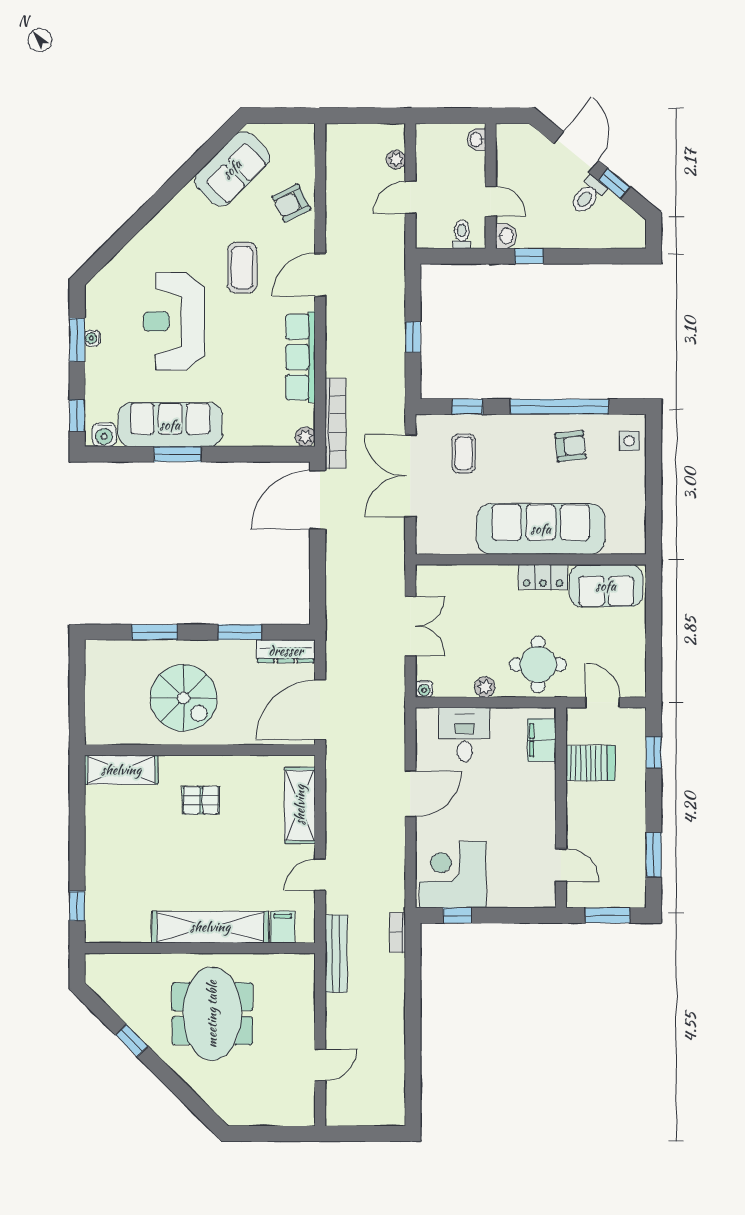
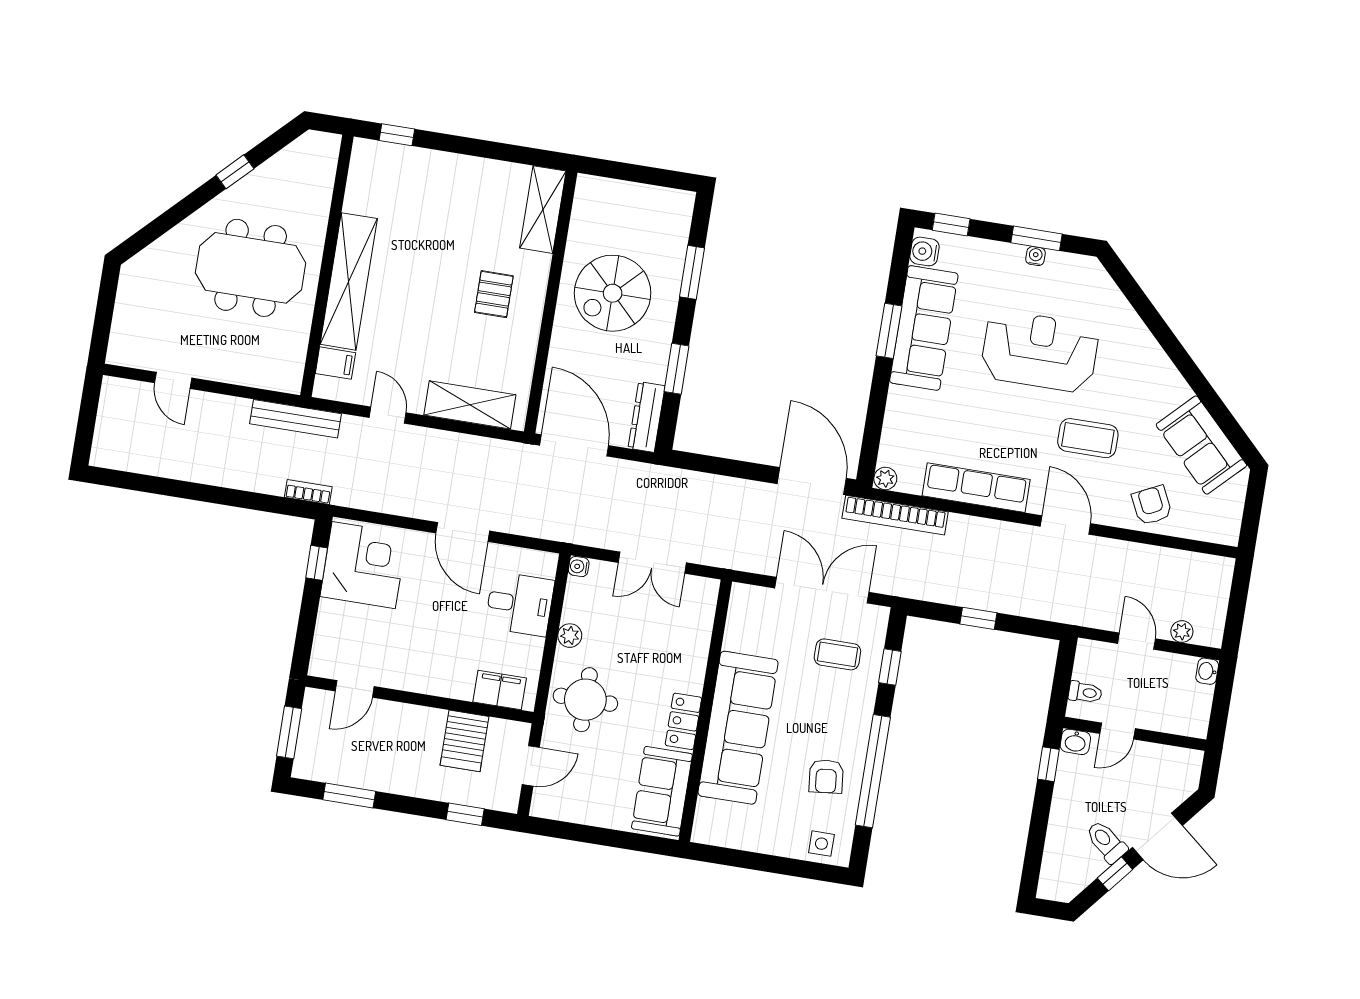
washbasin: (477, 139) -> (1207, 671), moved, turned -90

